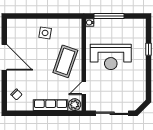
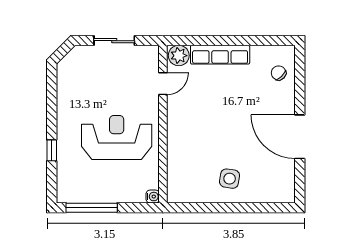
window: (109, 16) -> (92, 208), moved
coffee table: (65, 61) -> (195, 130), removed
sliding door: (112, 113) -> (114, 41), width x0.73

